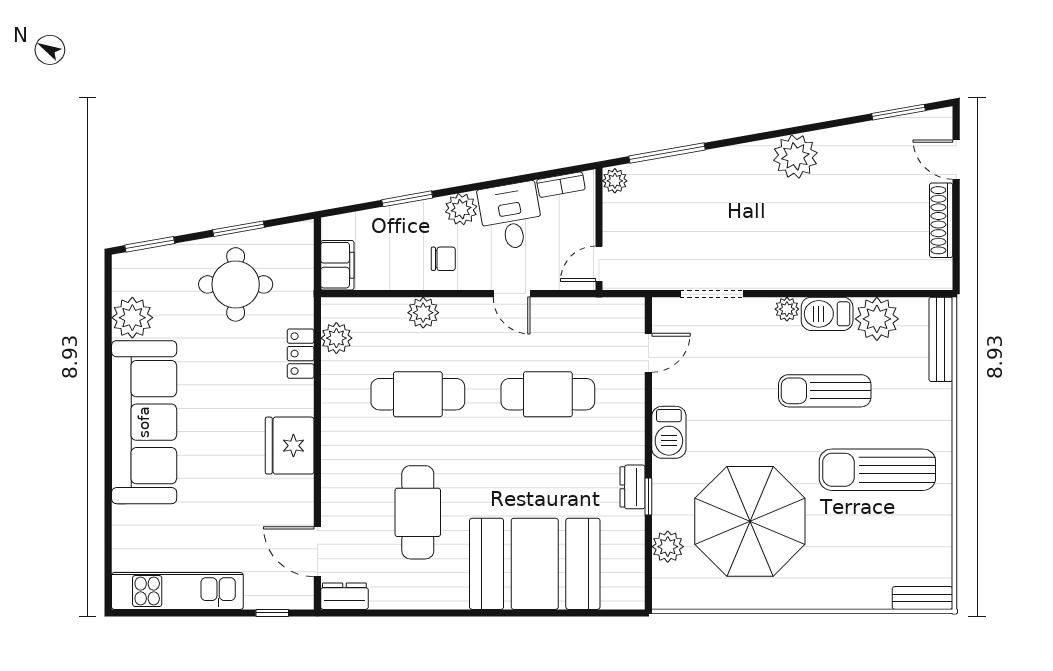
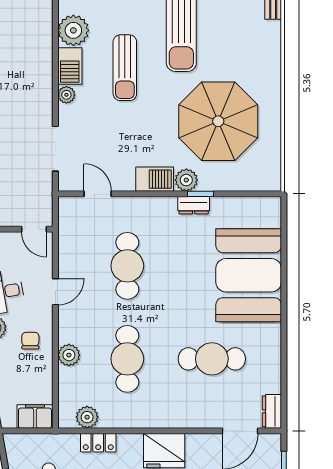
plant: (668, 547) -> (186, 180), moved

